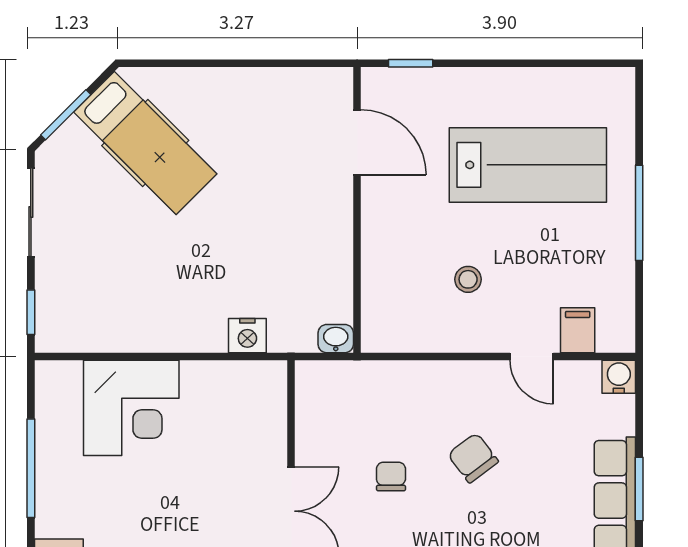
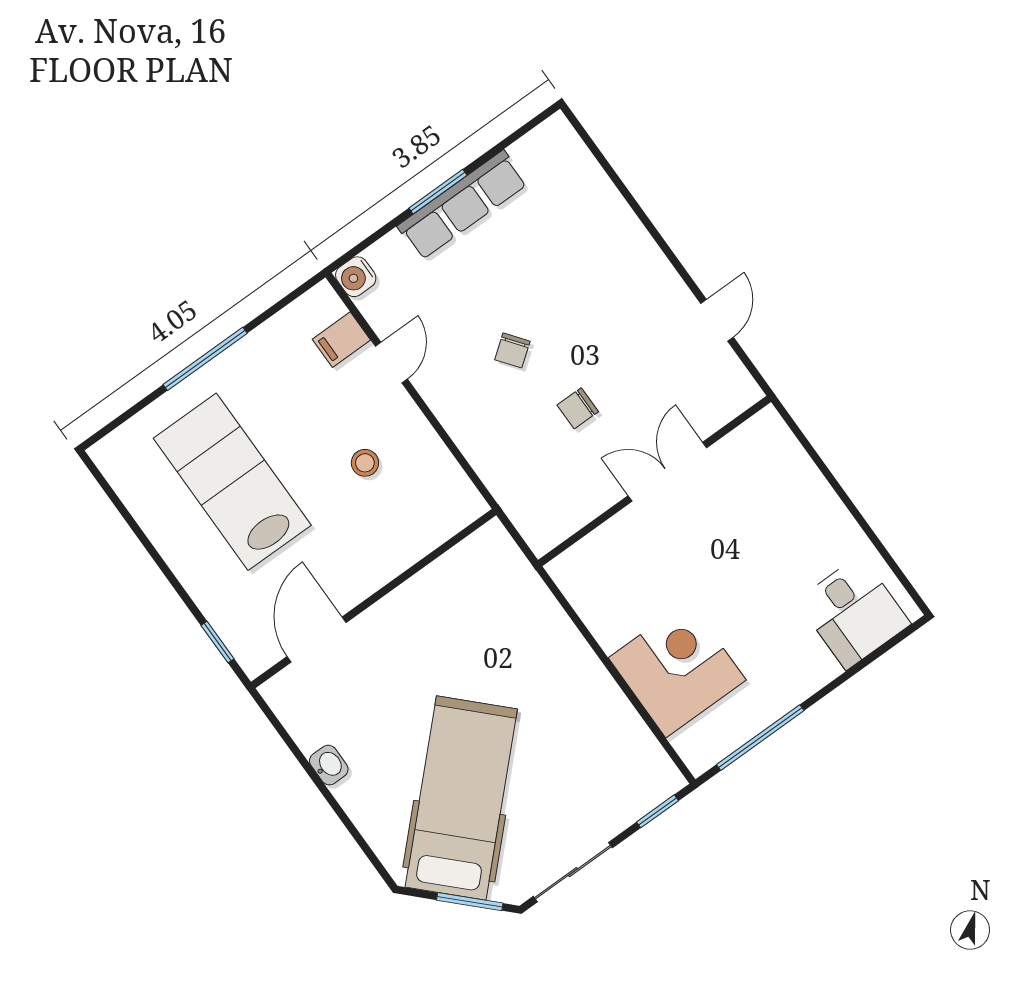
hospital bed: (145, 143) -> (461, 798), width x1.37, depth x1.29
nightstand: (247, 336) -> (546, 615), removed
washbasin: (336, 339) -> (329, 765), moved, turned 180
chair: (473, 458) -> (512, 350), width x0.73, depth x0.73
window: (31, 468) -> (760, 738), moved

